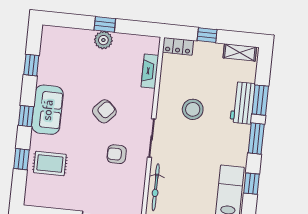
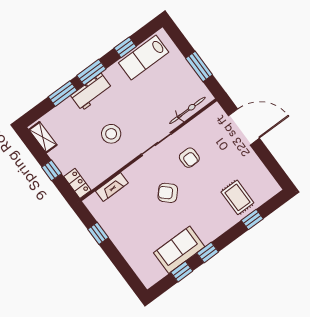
window: (105, 24) -> (98, 233), moved
plant: (103, 40) -> (120, 238), removed
workbench: (243, 103) -> (91, 92), moved
sofa: (47, 110) -> (179, 250), moved
window: (26, 116) -> (208, 252), moved

